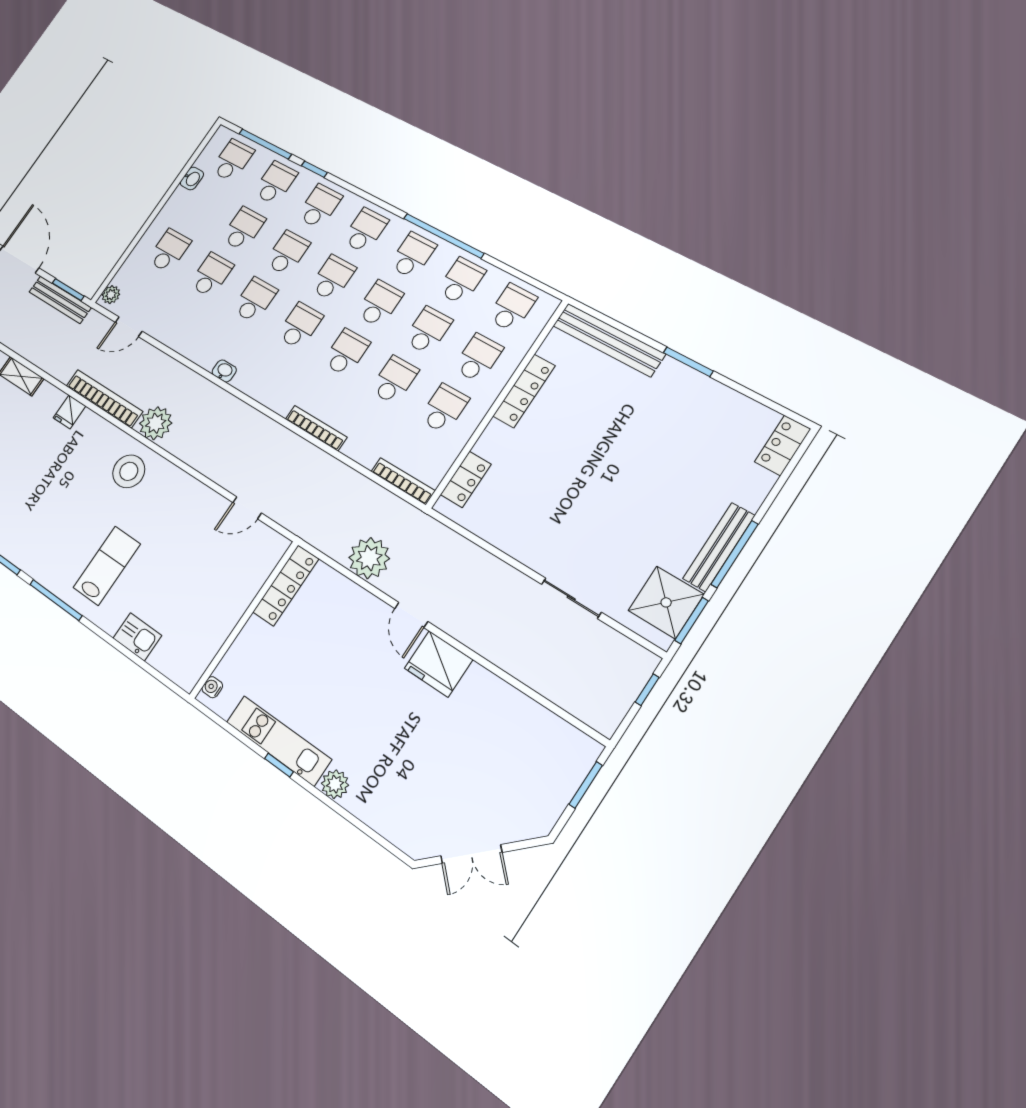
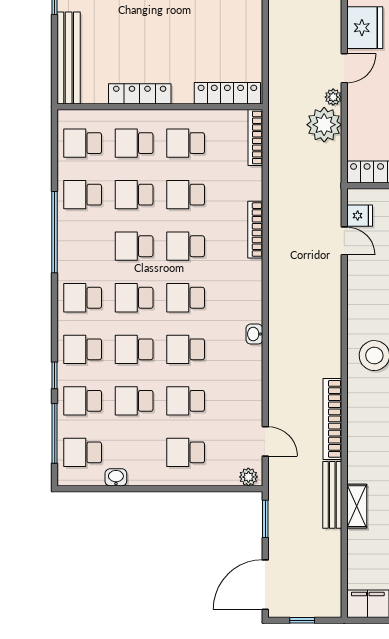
school desk: (412, 255) -> (83, 246), removed
bench: (60, 300) -> (332, 495), moved
fridge: (69, 412) -> (360, 216), moved
plant: (156, 423) -> (333, 97), moved, width x0.53, depth x0.53
locker: (466, 479) -> (227, 93), width x1.53

